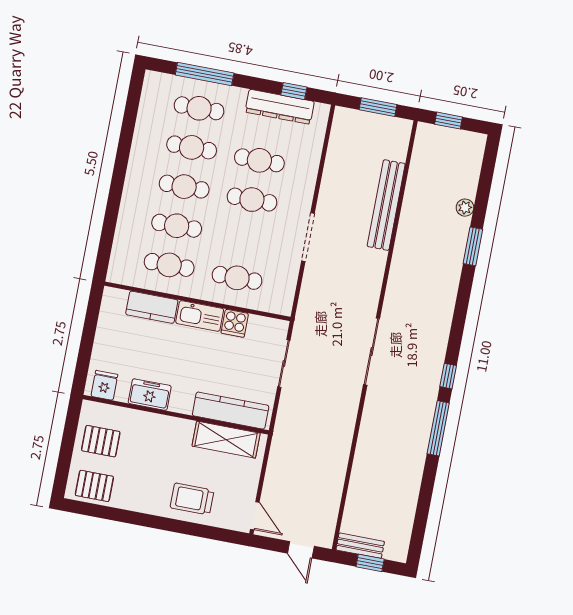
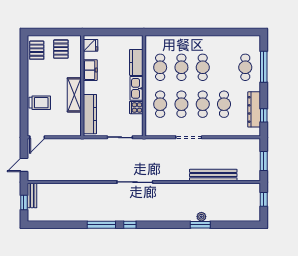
cafe table: (192, 147) -> (181, 104), moved
plant: (465, 208) -> (201, 217), moved
shelving: (226, 440) -> (74, 95), moved
trolley: (192, 499) -> (40, 103), turned 90

